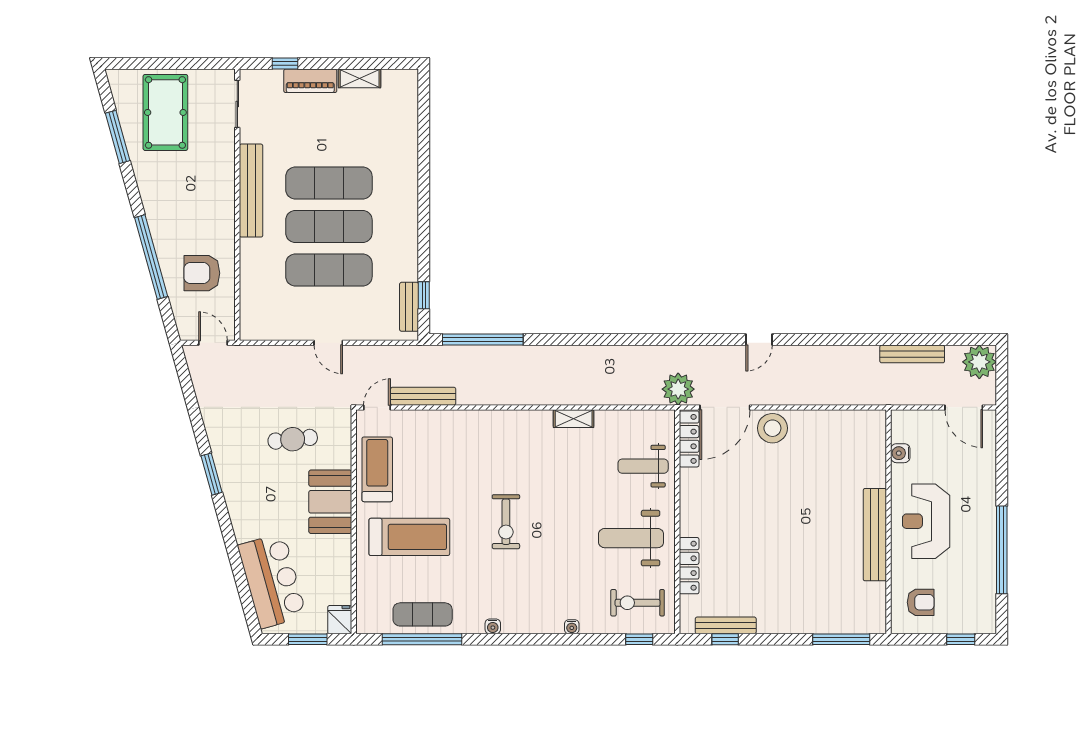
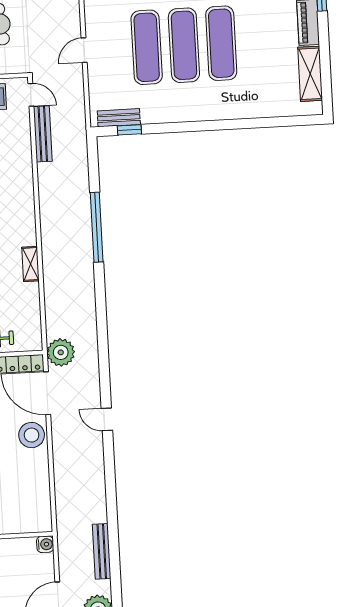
shelving: (360, 78) -> (310, 74), width x1.50, depth x1.33
window: (483, 340) -> (97, 227), moved
water cooler: (900, 453) -> (45, 544), moved, turned 90

